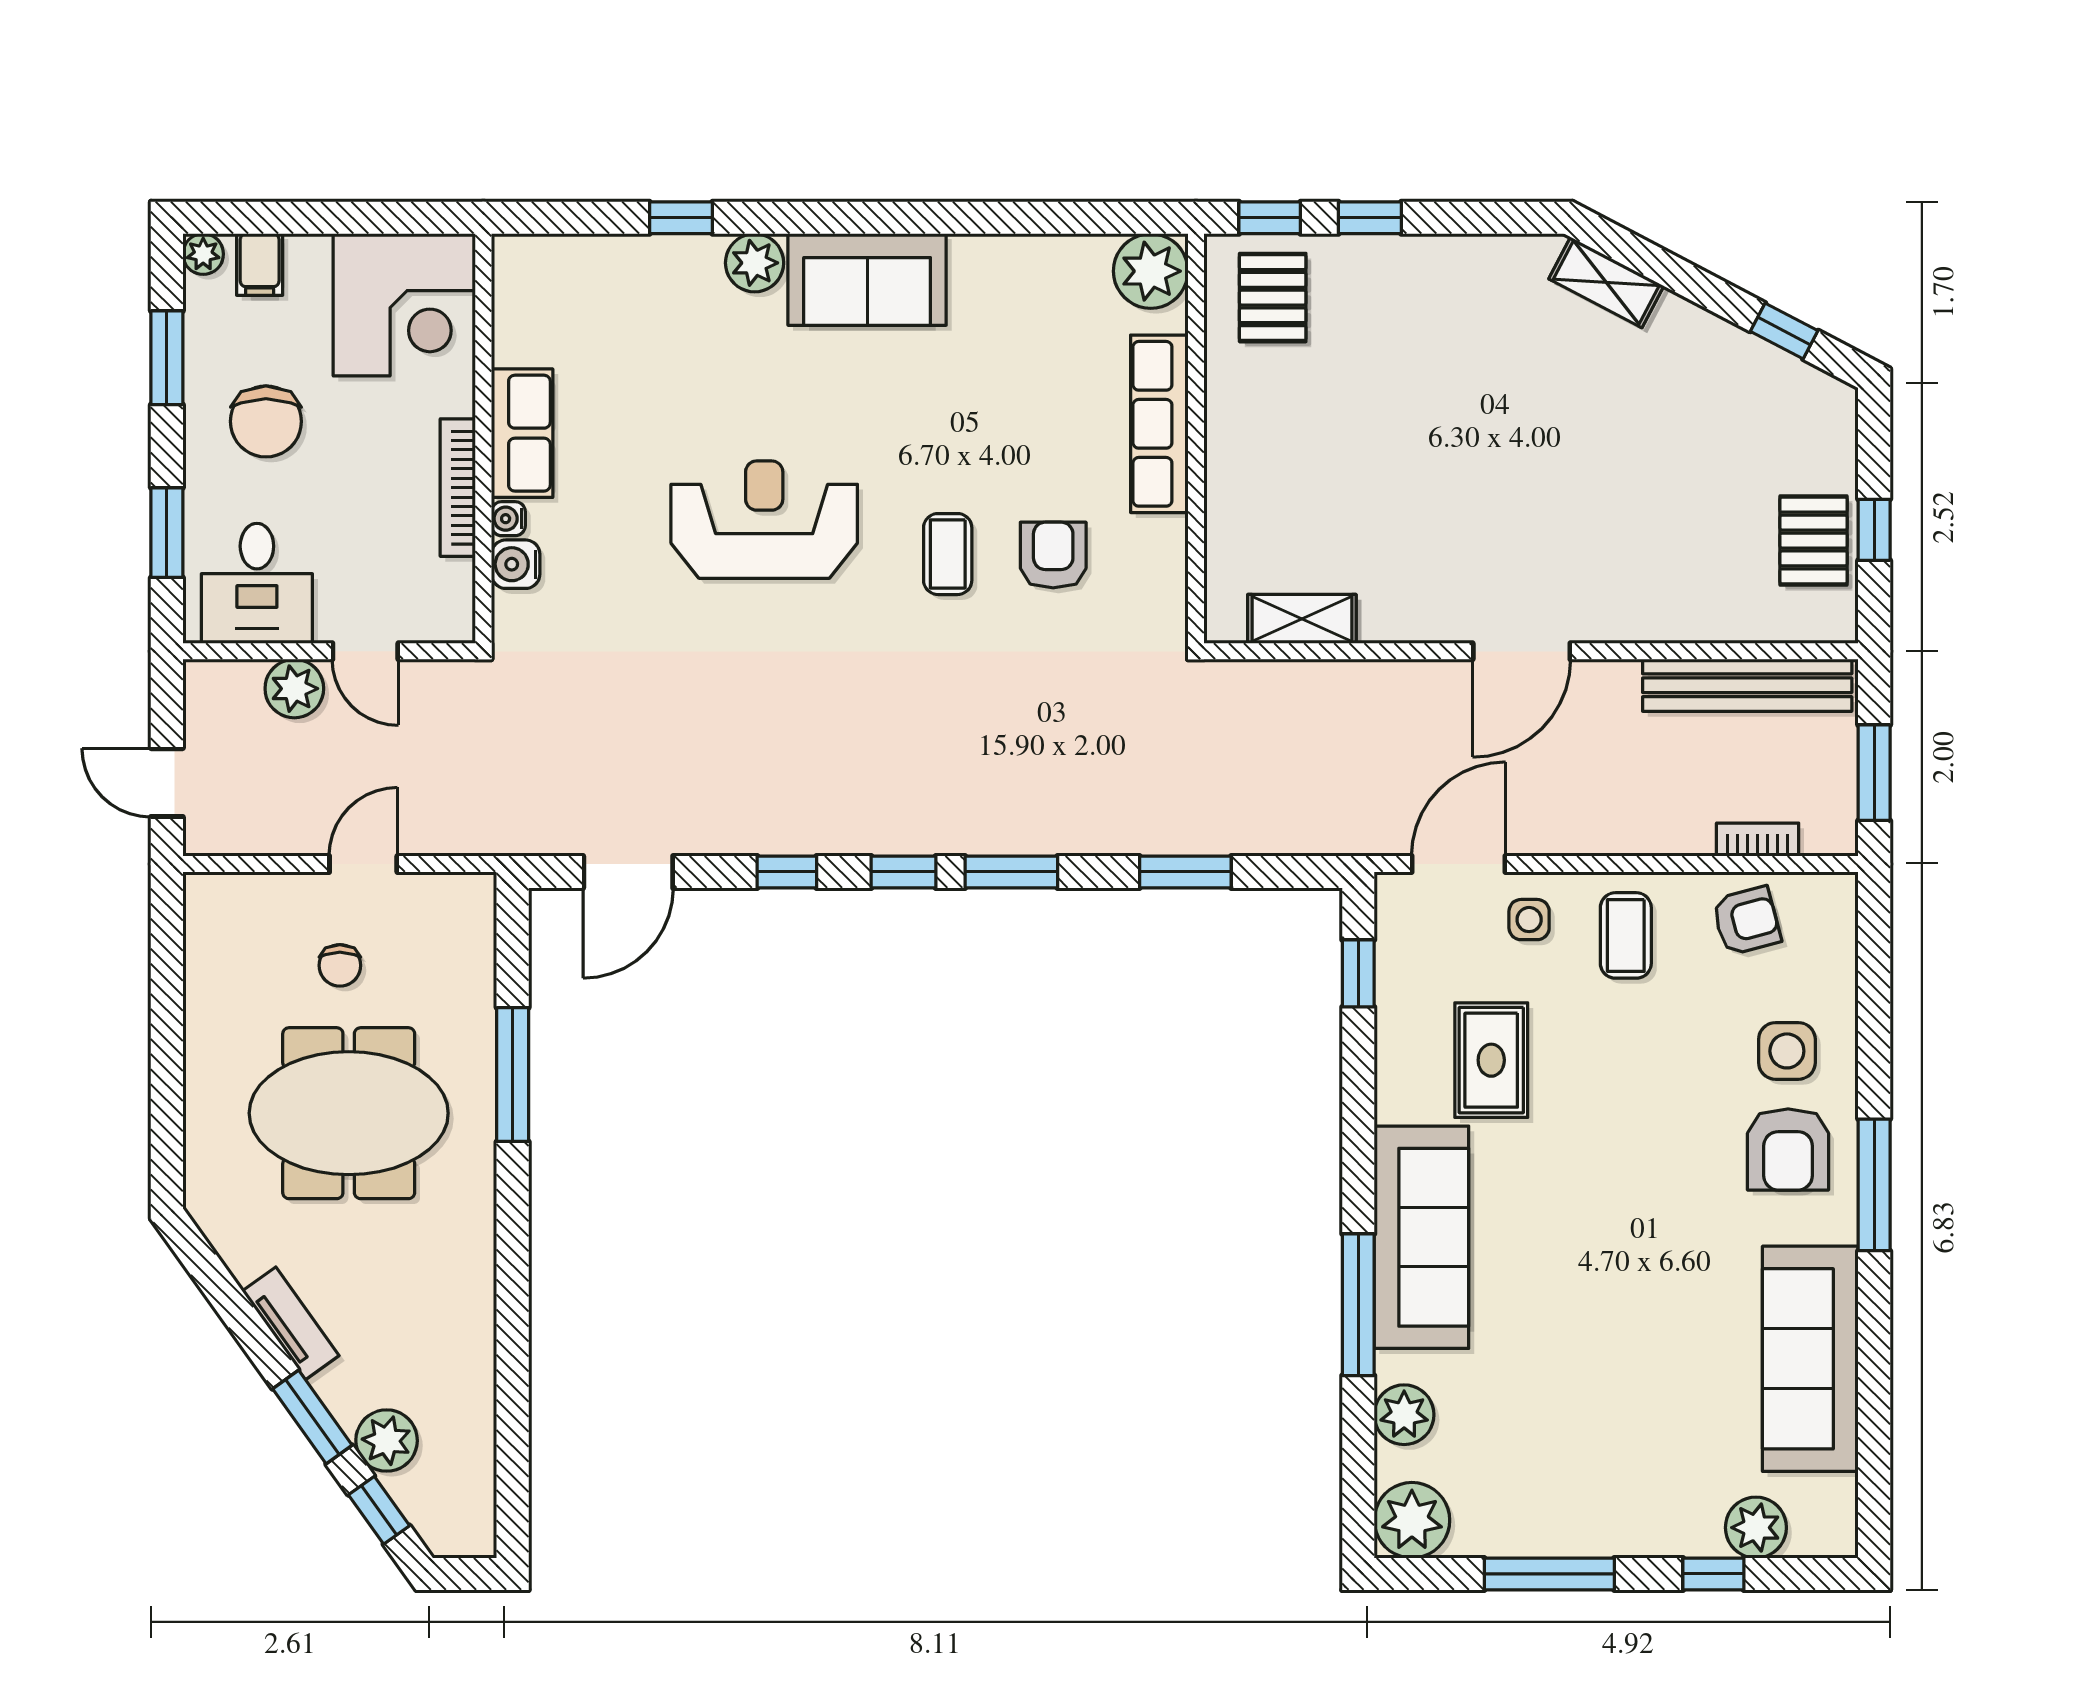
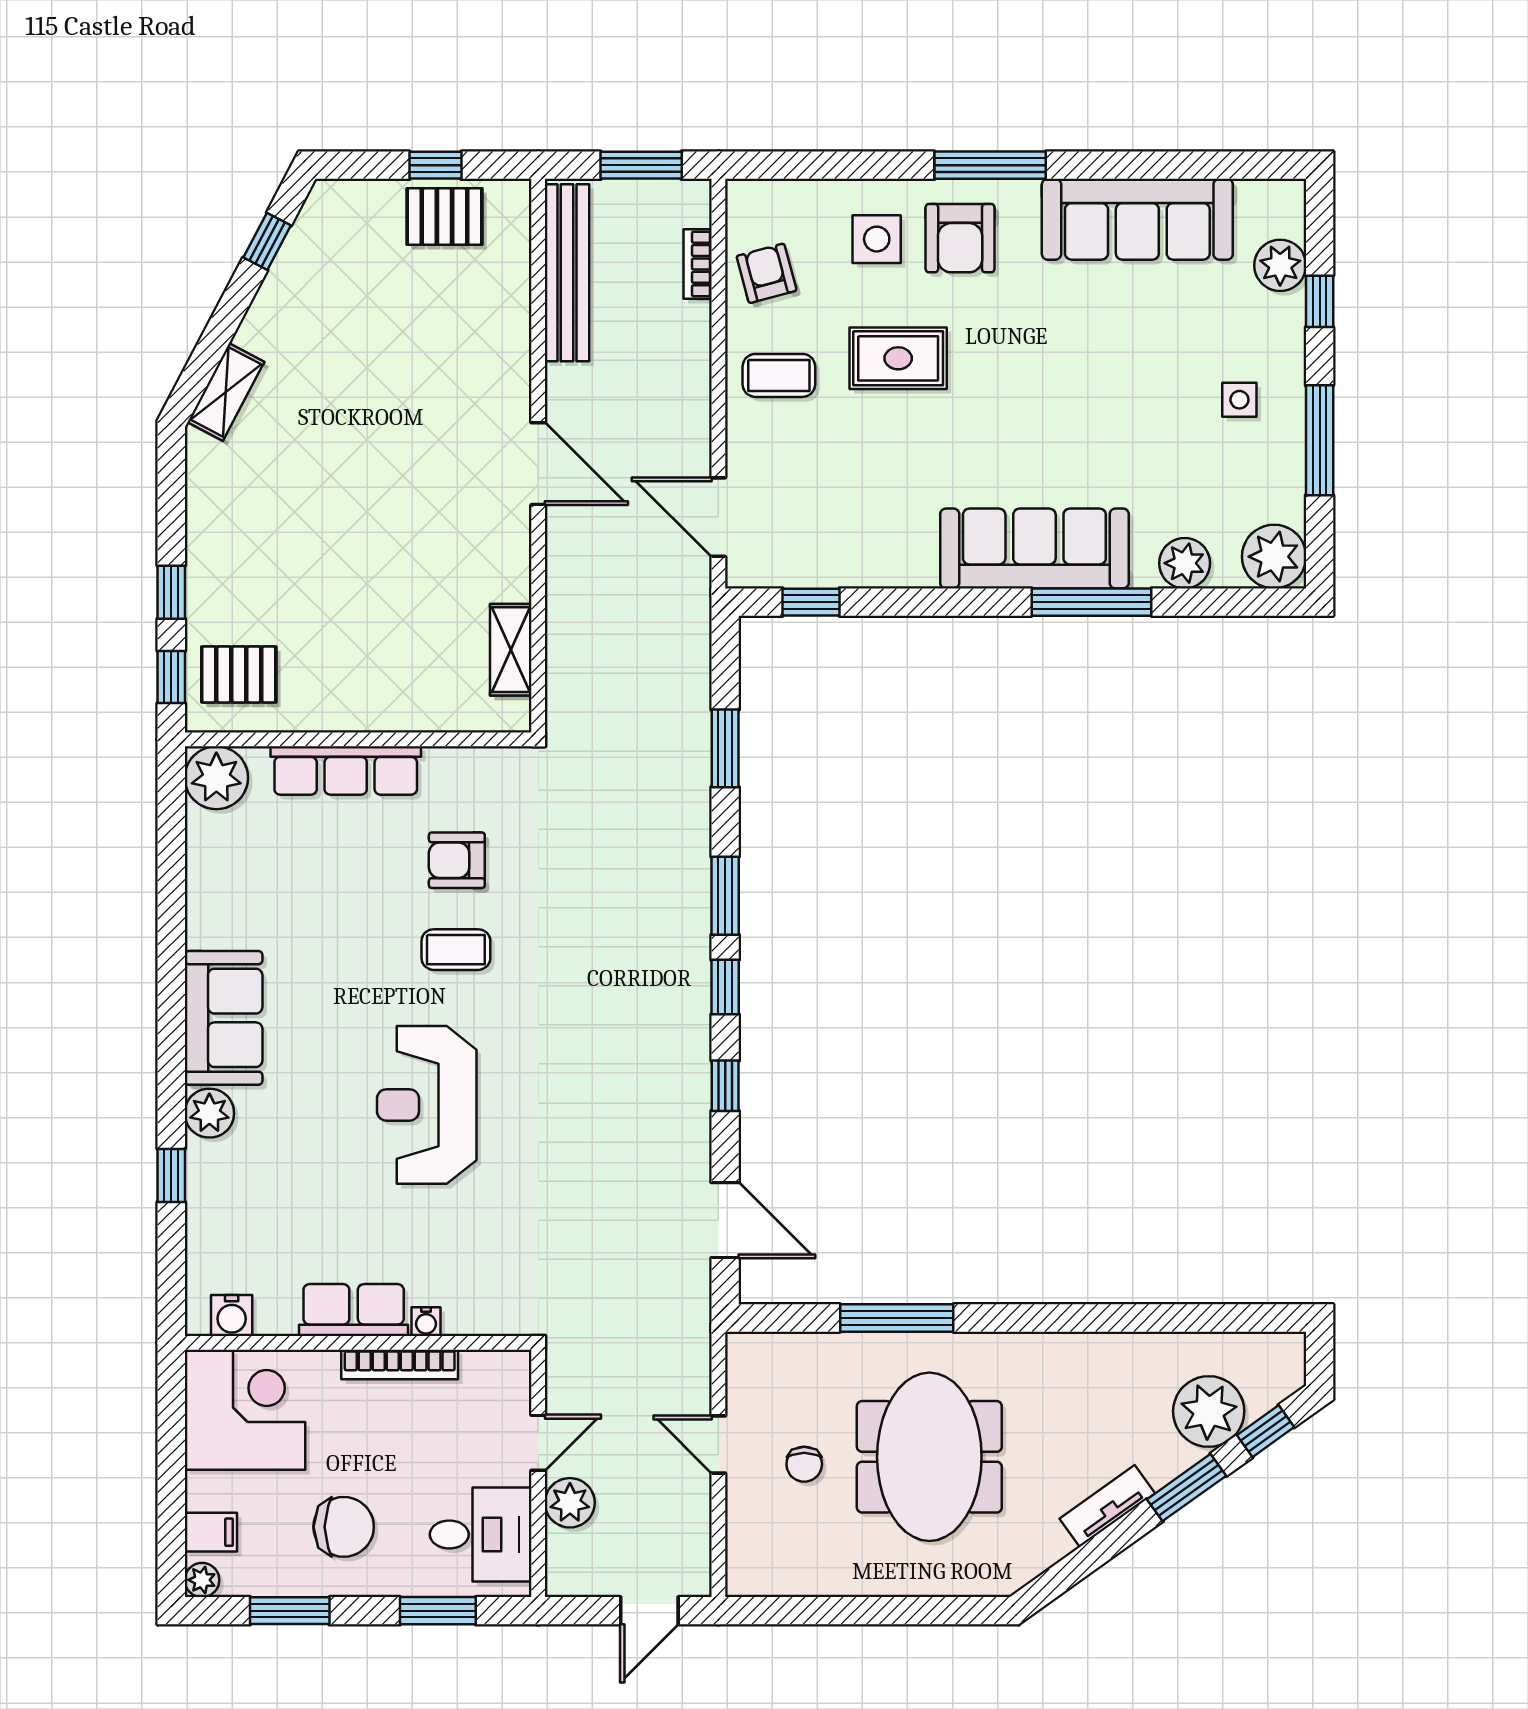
water cooler: (516, 564) -> (232, 1315), moved
side table: (1529, 920) -> (1239, 400), moved
chair: (340, 965) -> (804, 1464), turned 90
rug: (1491, 1060) -> (898, 358), moved
armchair: (1788, 1149) -> (960, 238), turned 90
plant: (387, 1441) -> (1209, 1412), width x1.36, depth x1.36

